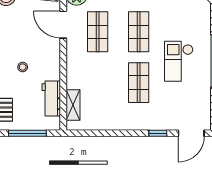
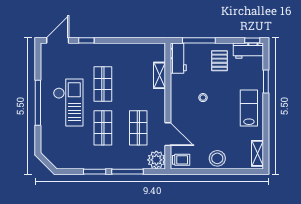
checkout: (179, 61) -> (68, 103), width x1.36, depth x1.21
workbench: (51, 98) -> (178, 58), moved
shelving: (73, 105) -> (159, 75), moved

